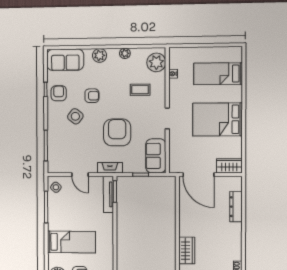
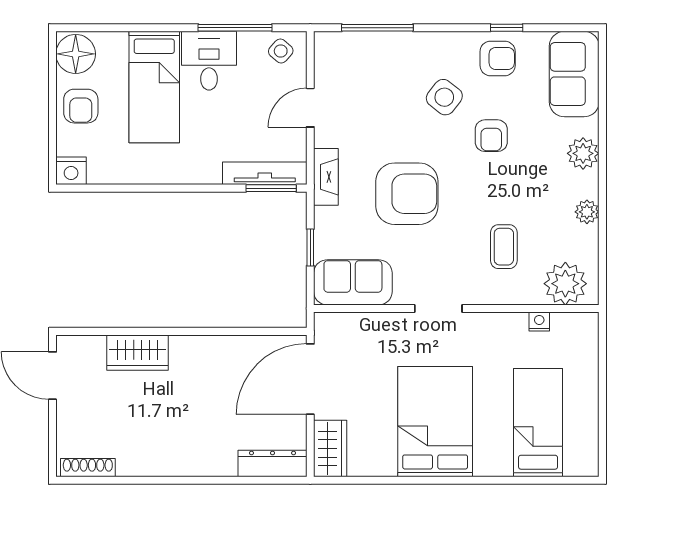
dresser: (236, 207) -> (273, 463), moved
desk: (60, 218) -> (209, 61), added

